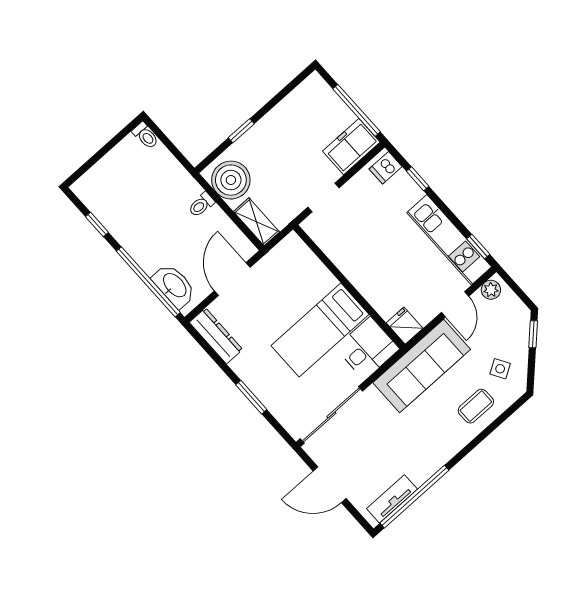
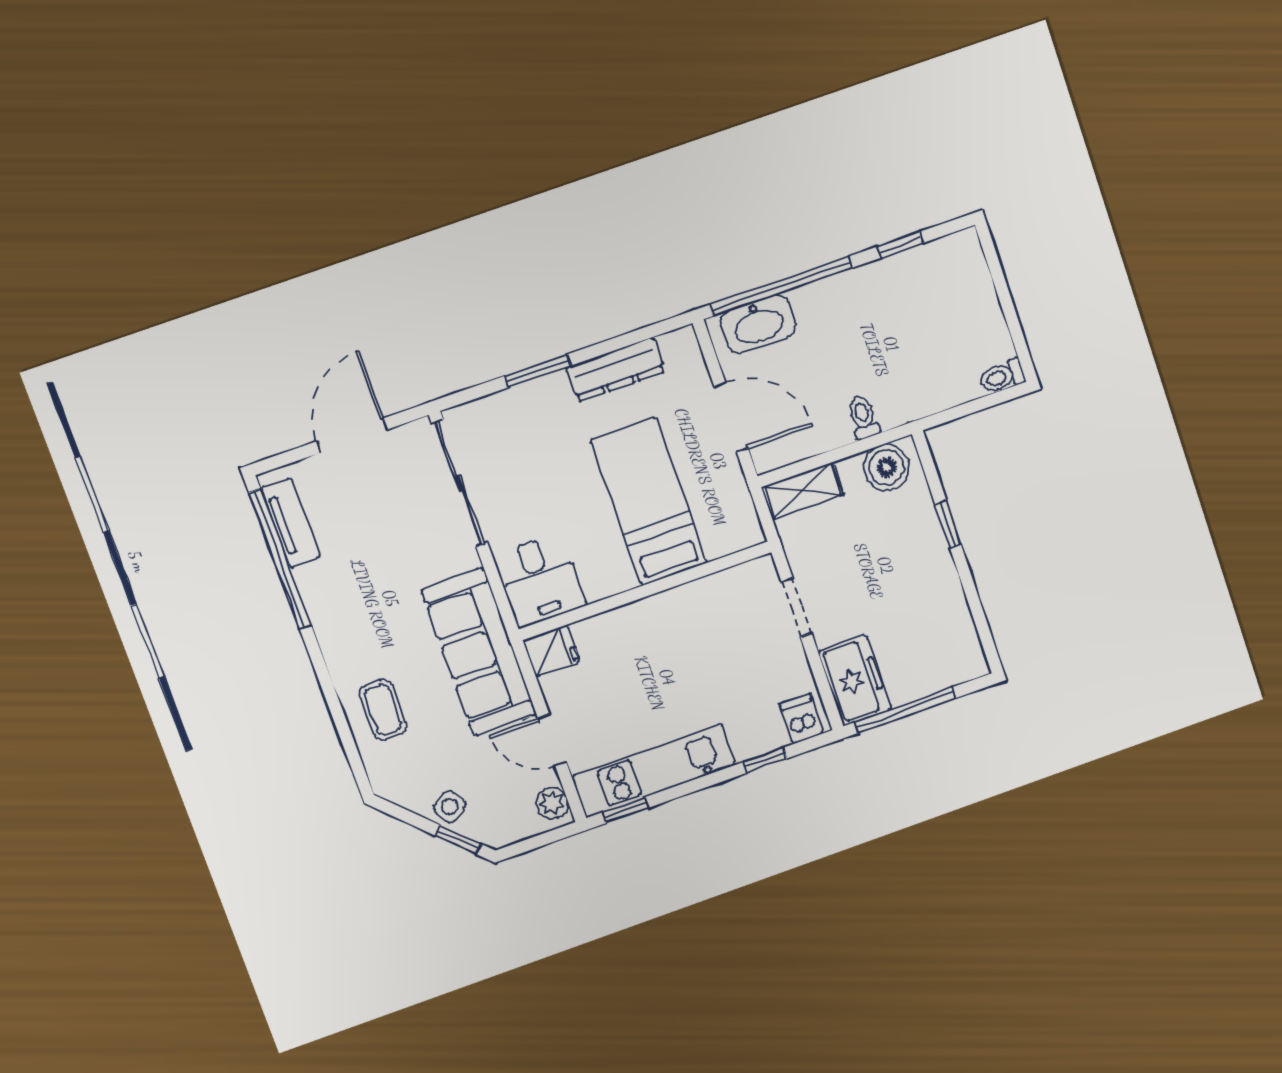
boiler: (231, 180) -> (887, 467), width x0.73, depth x0.73
bed: (320, 330) -> (649, 501), moved
dresser: (216, 336) -> (616, 369), moved
side table: (500, 369) -> (450, 807), moved

